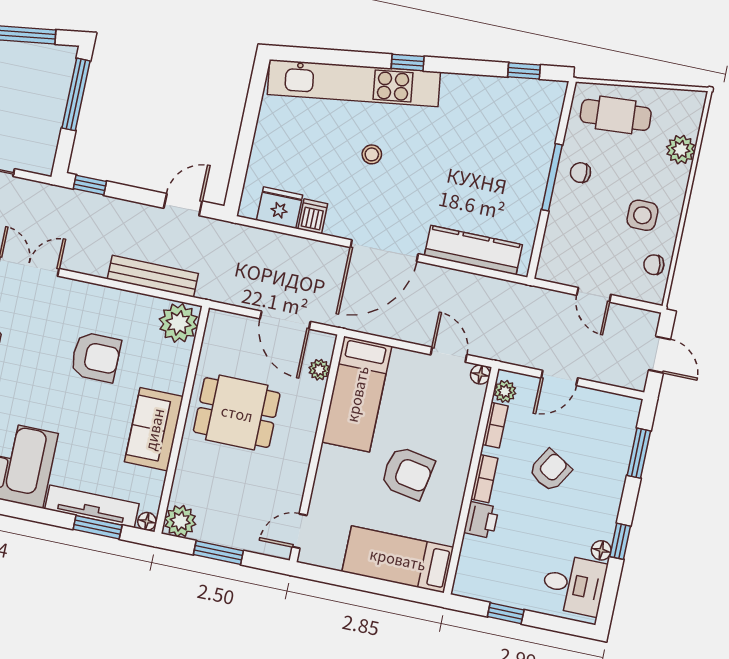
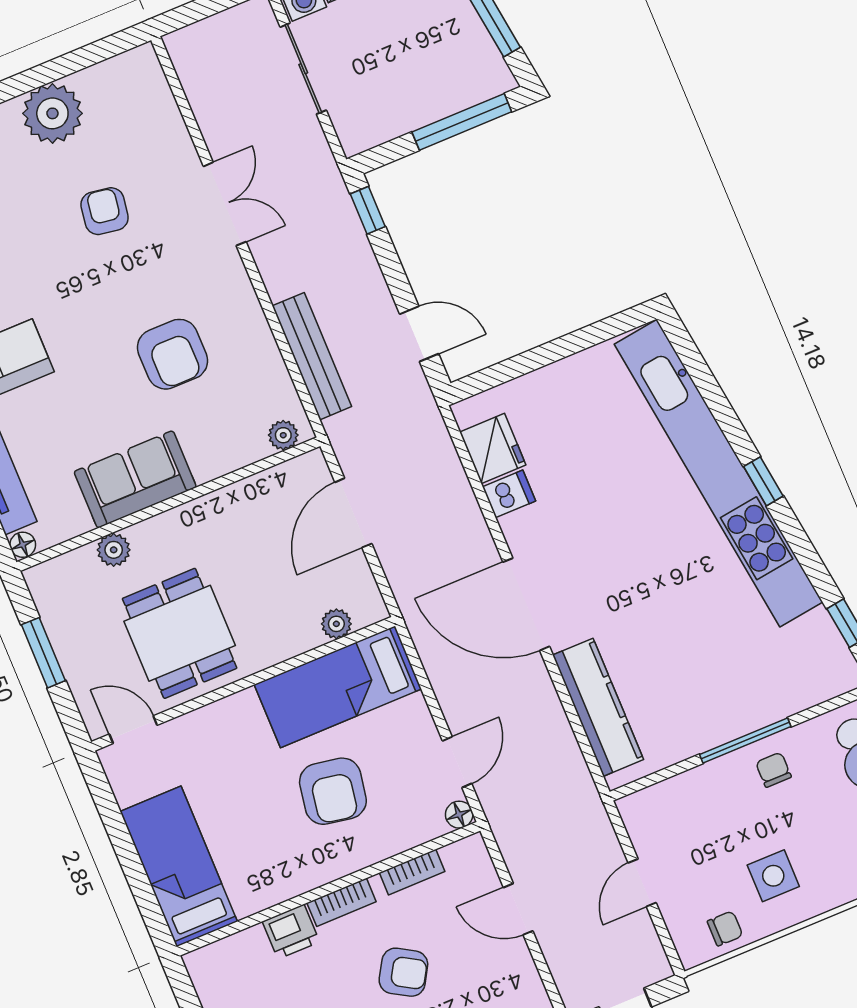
kitchen unit: (354, 83) -> (719, 473), width x1.36
stool: (372, 154) -> (628, 513), removed
chair: (654, 265) -> (725, 928), turned 98
door: (285, 320) -> (353, 513), moved
plant: (179, 323) -> (283, 435), width x0.53, depth x0.53
plant: (505, 391) -> (459, 857), removed
dining table: (237, 413) -> (180, 633), moved
armchair: (407, 473) -> (333, 791), moved
plant: (180, 521) -> (114, 550), moved, width x0.73, depth x0.73

